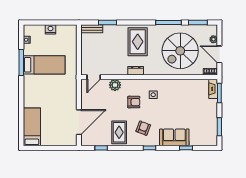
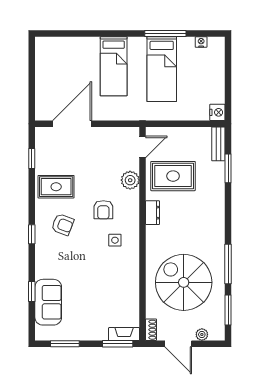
nightstand: (50, 29) -> (217, 112), moved
rug: (138, 42) -> (173, 176), moved
door: (219, 54) -> (178, 344), swing flipped
door: (94, 77) -> (143, 147), swing flipped
door: (79, 122) -> (72, 124), swing flipped
bed: (32, 127) -> (114, 66), moved, turned 90
sofa: (174, 137) -> (48, 302), moved

